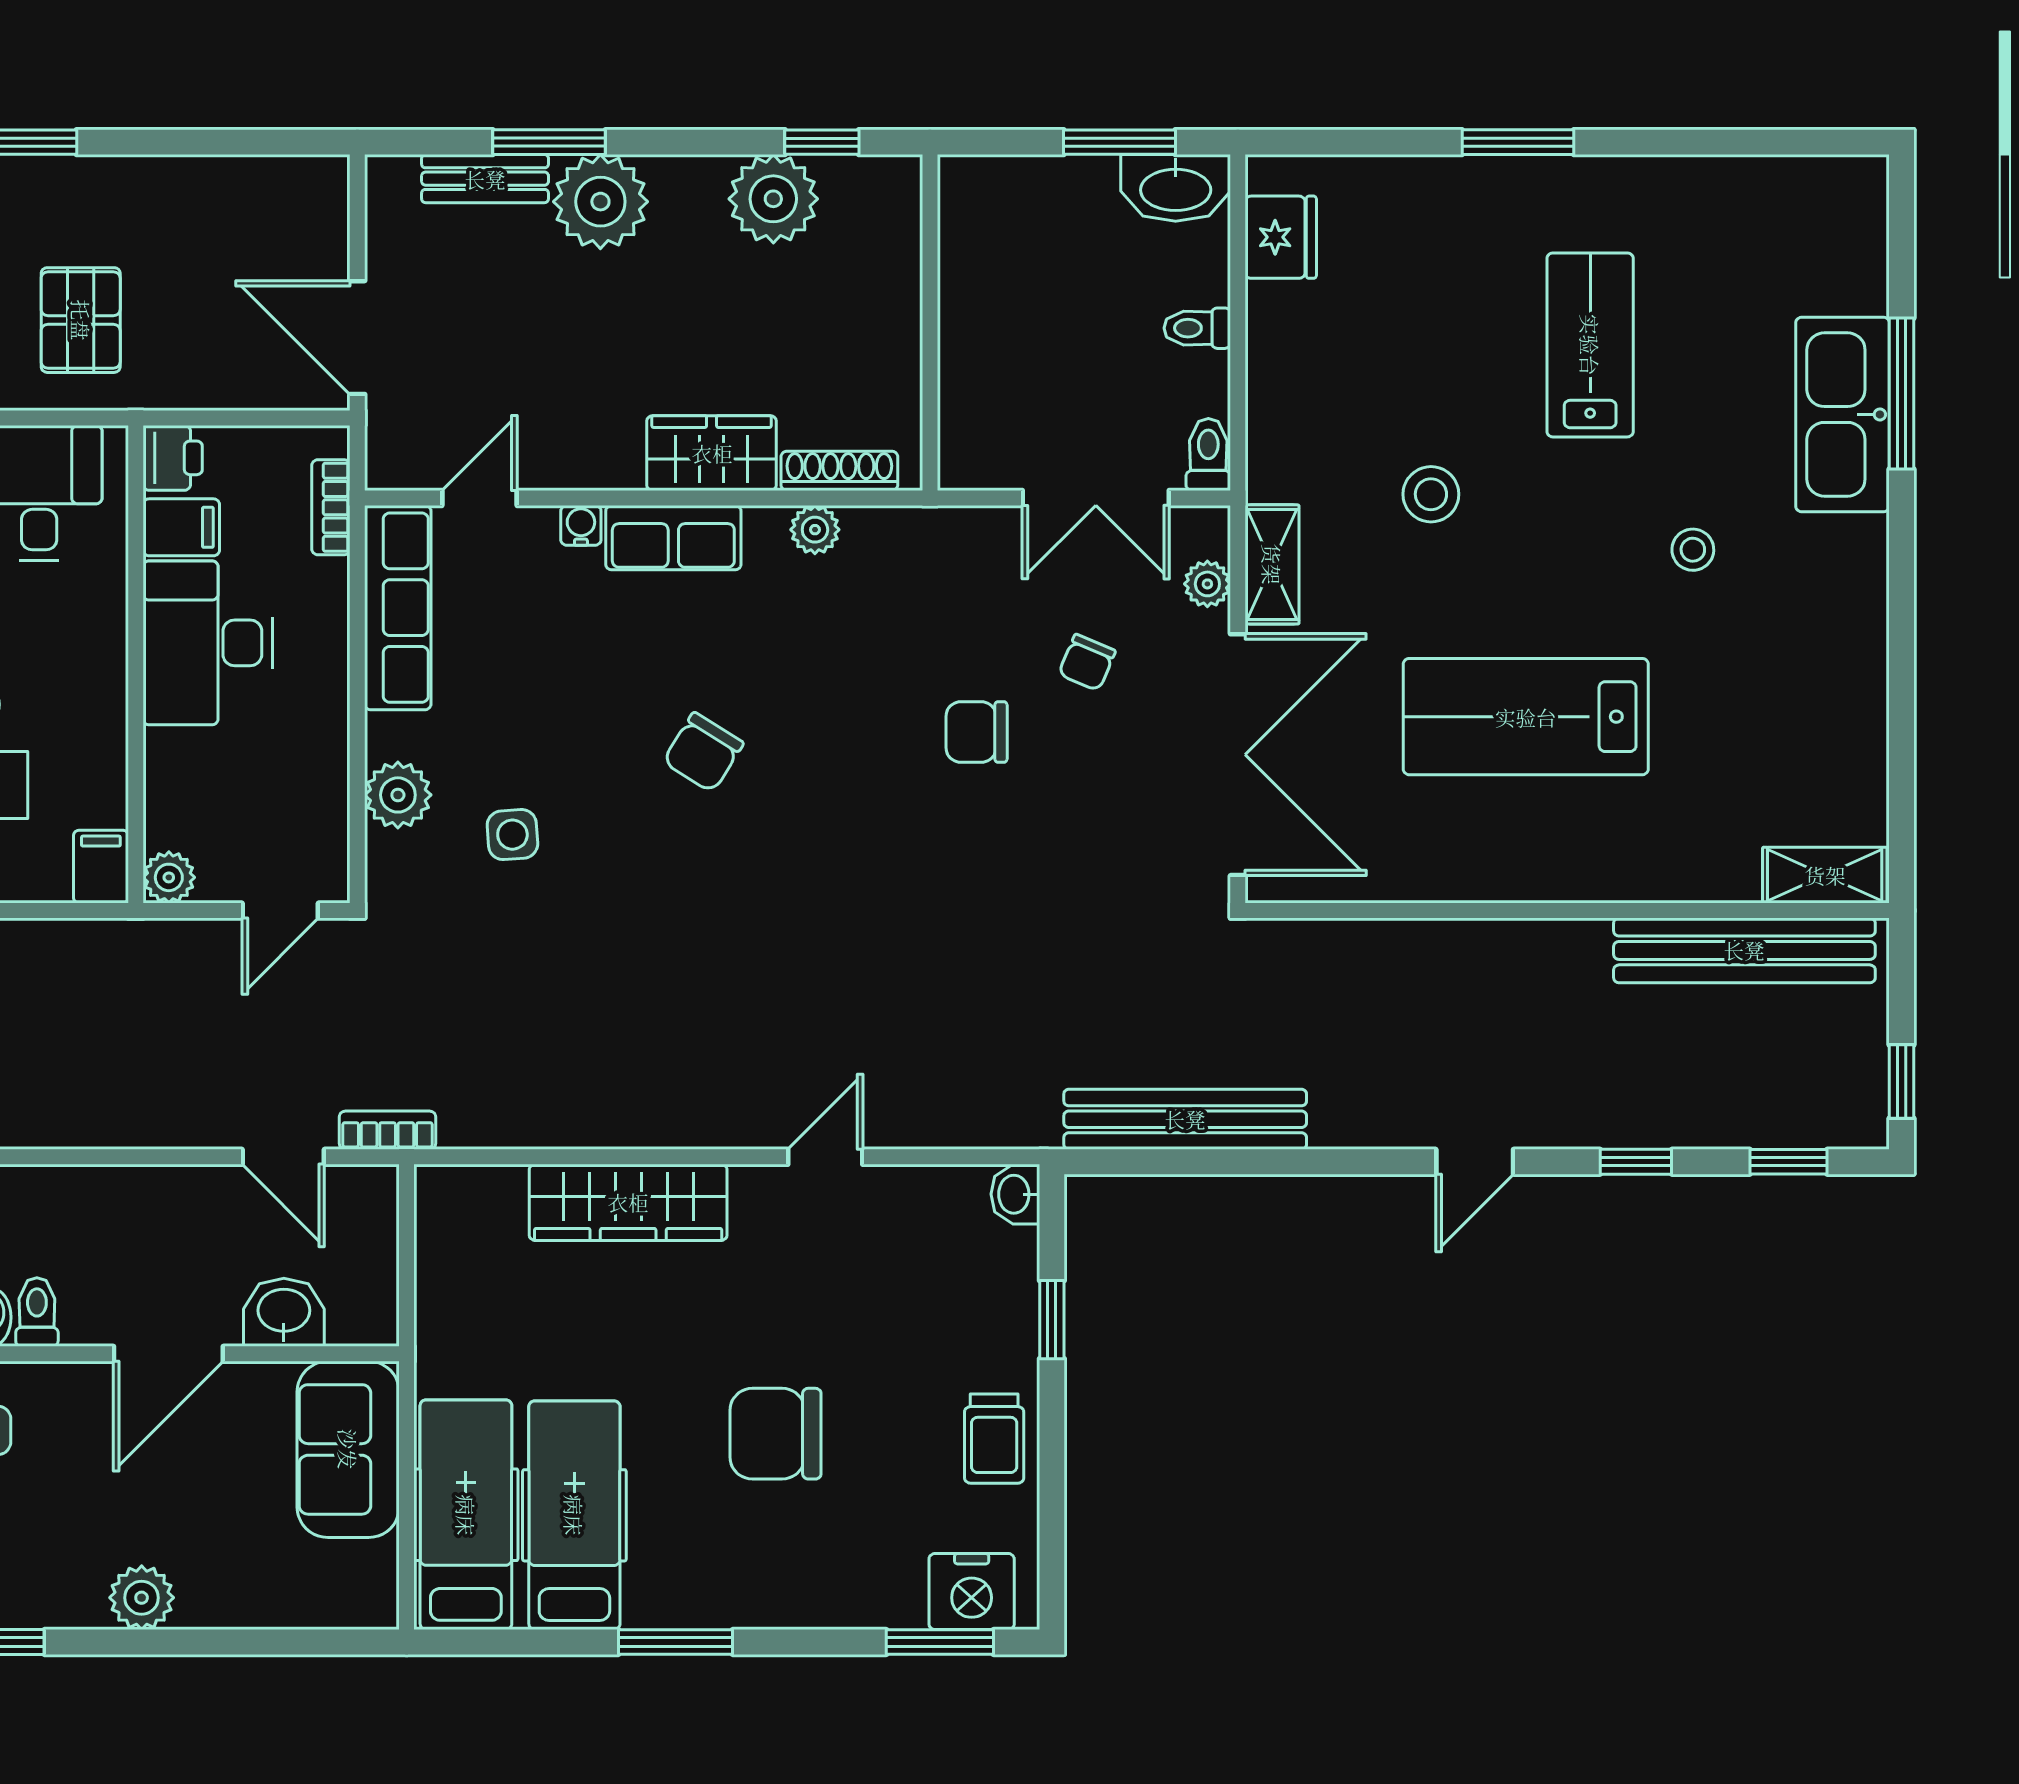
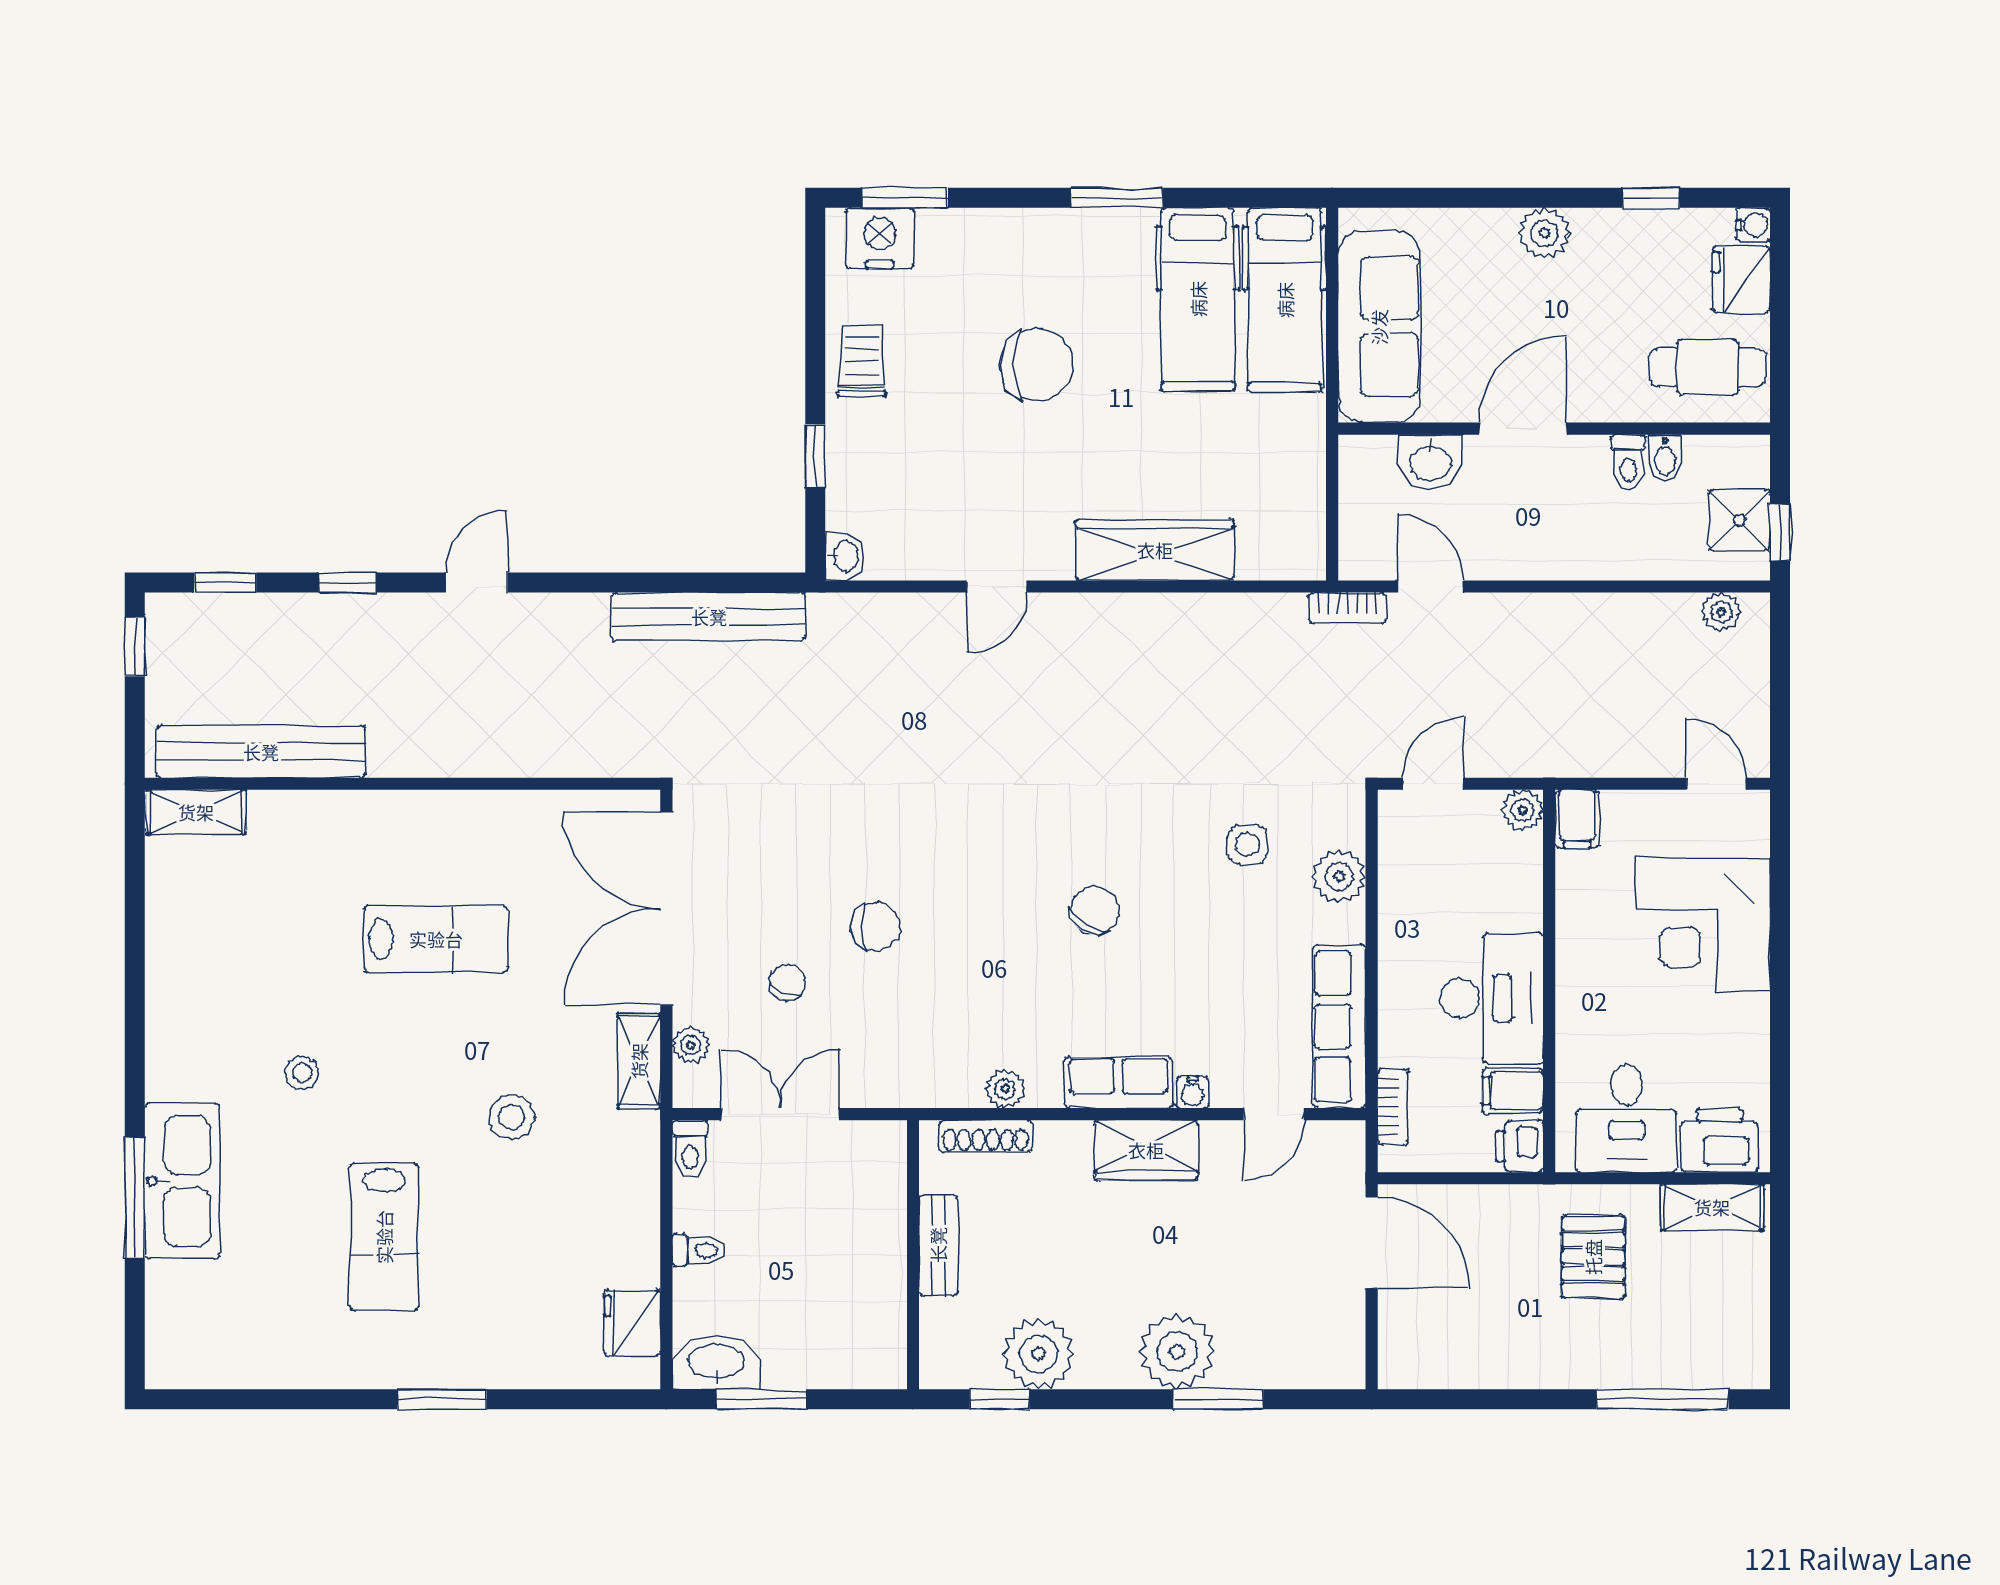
bench: (485, 179) -> (938, 1245), moved, turned 90
wardrobe: (712, 453) -> (1146, 1150), moved
lab bench: (1526, 717) -> (436, 939), width x0.73, depth x0.72
sofa: (348, 1449) -> (1379, 327), width x1.36

